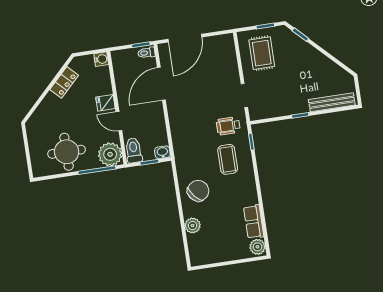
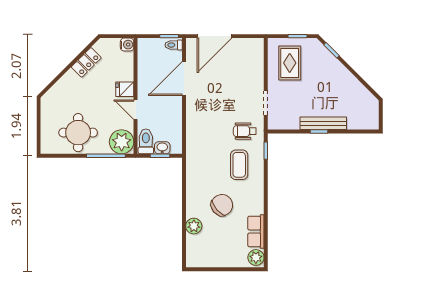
bench: (332, 102) -> (323, 123), moved
washbasin: (162, 152) -> (162, 148), moved
chair: (198, 191) -> (222, 205), moved

